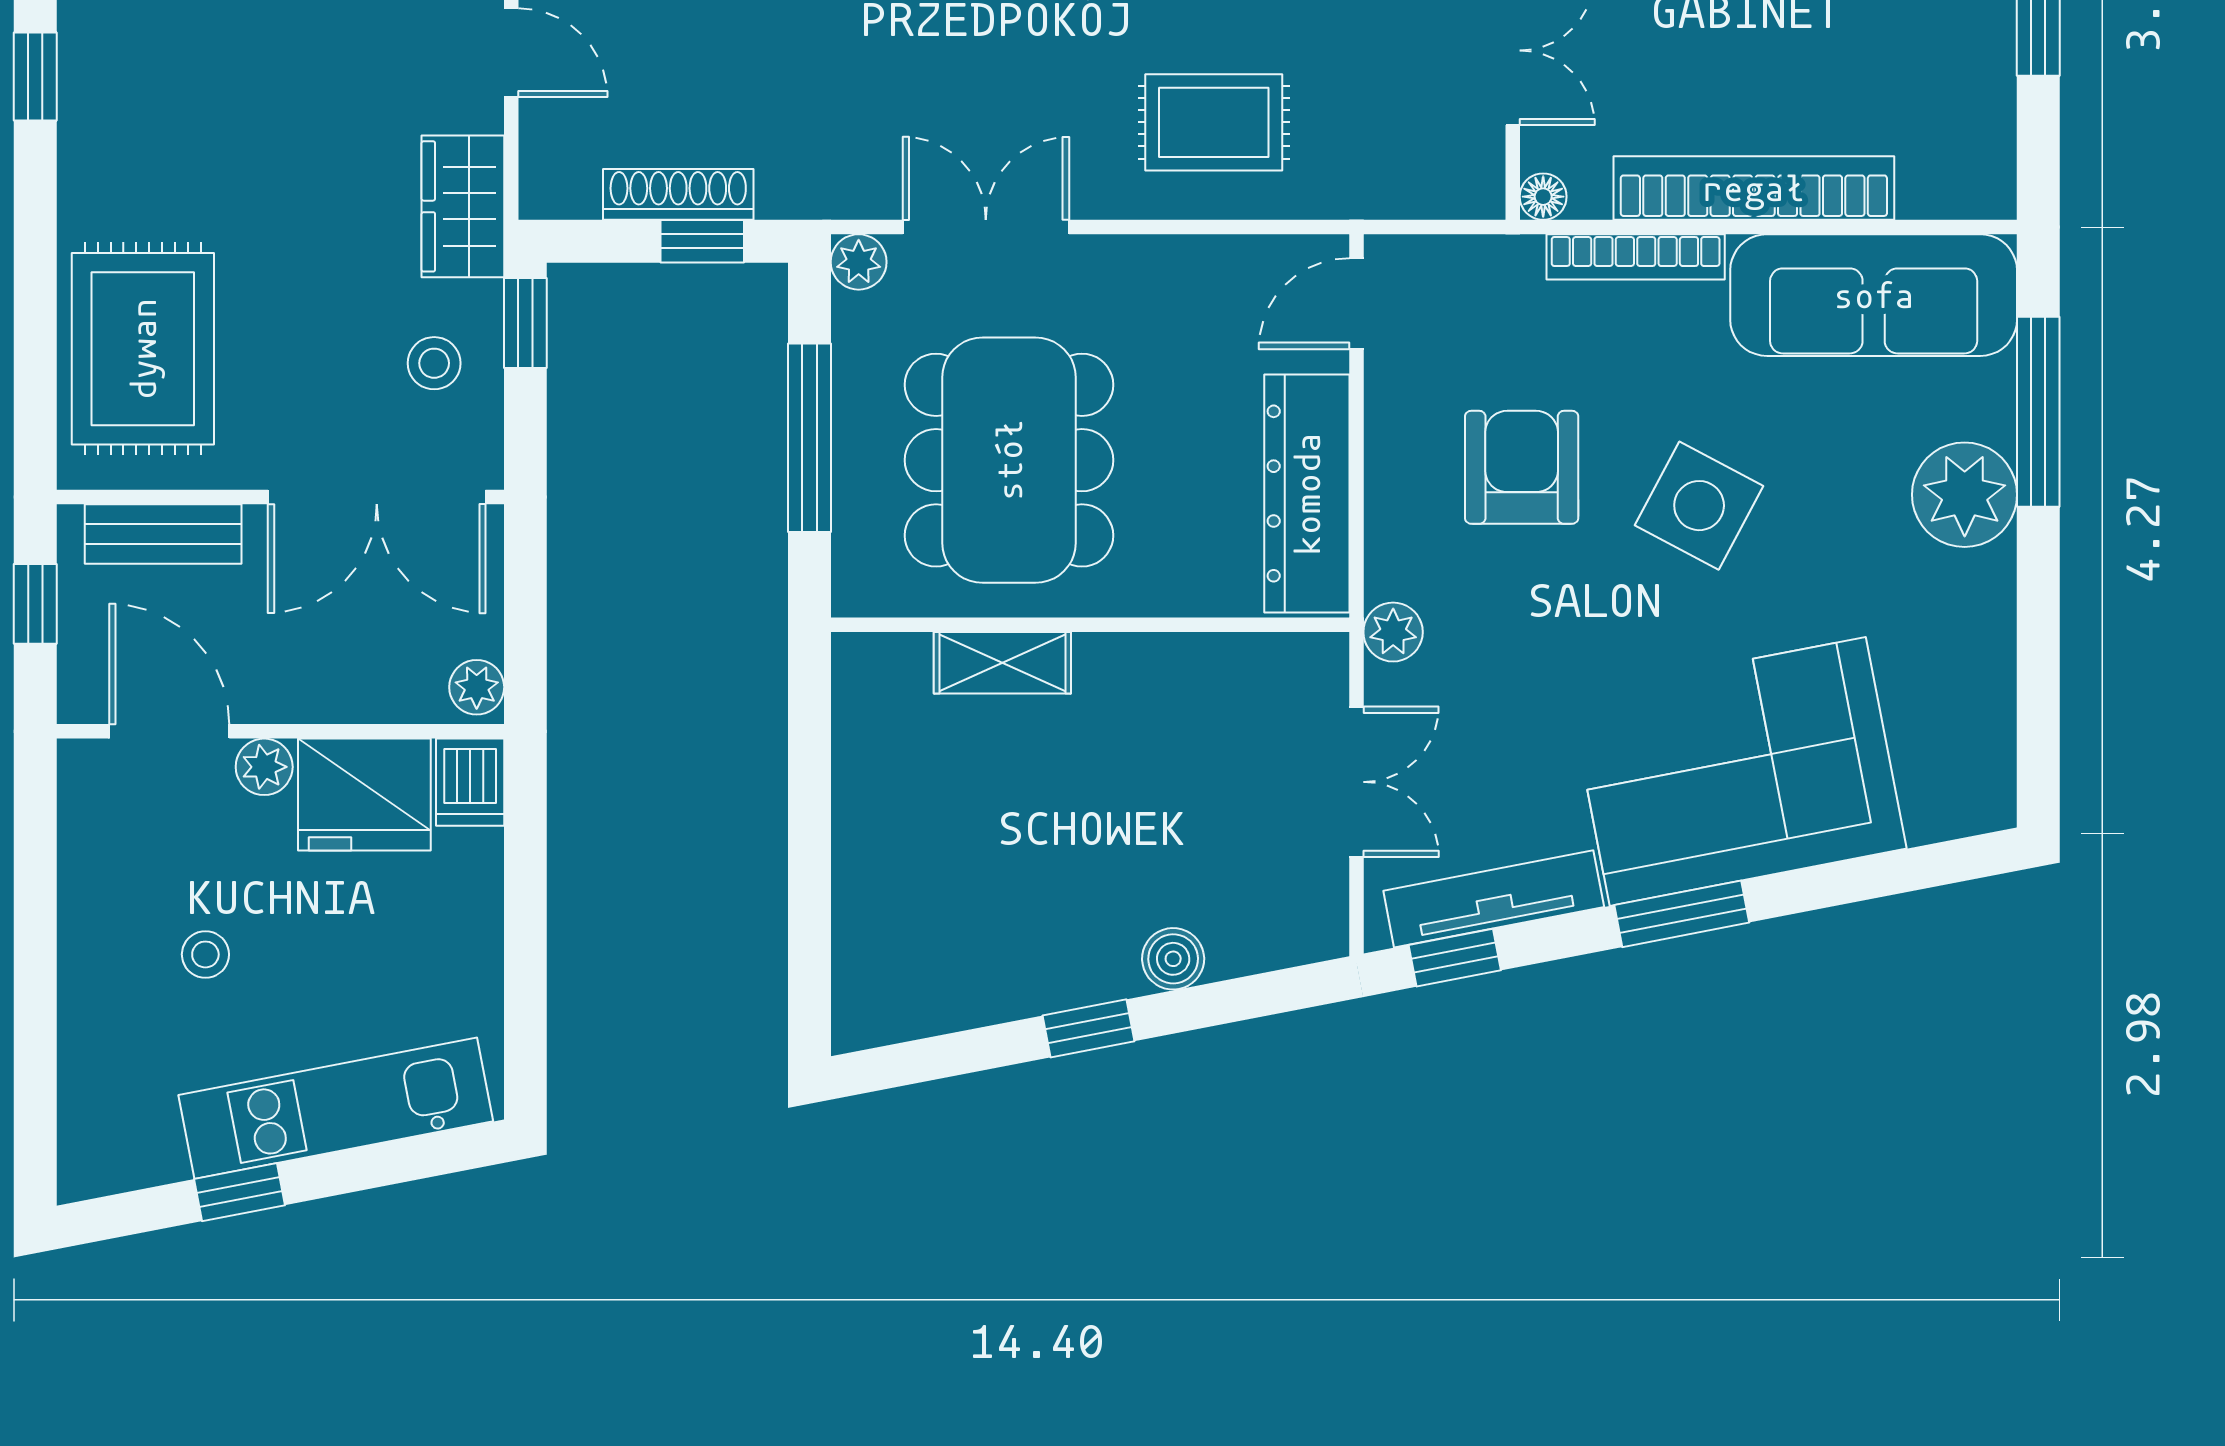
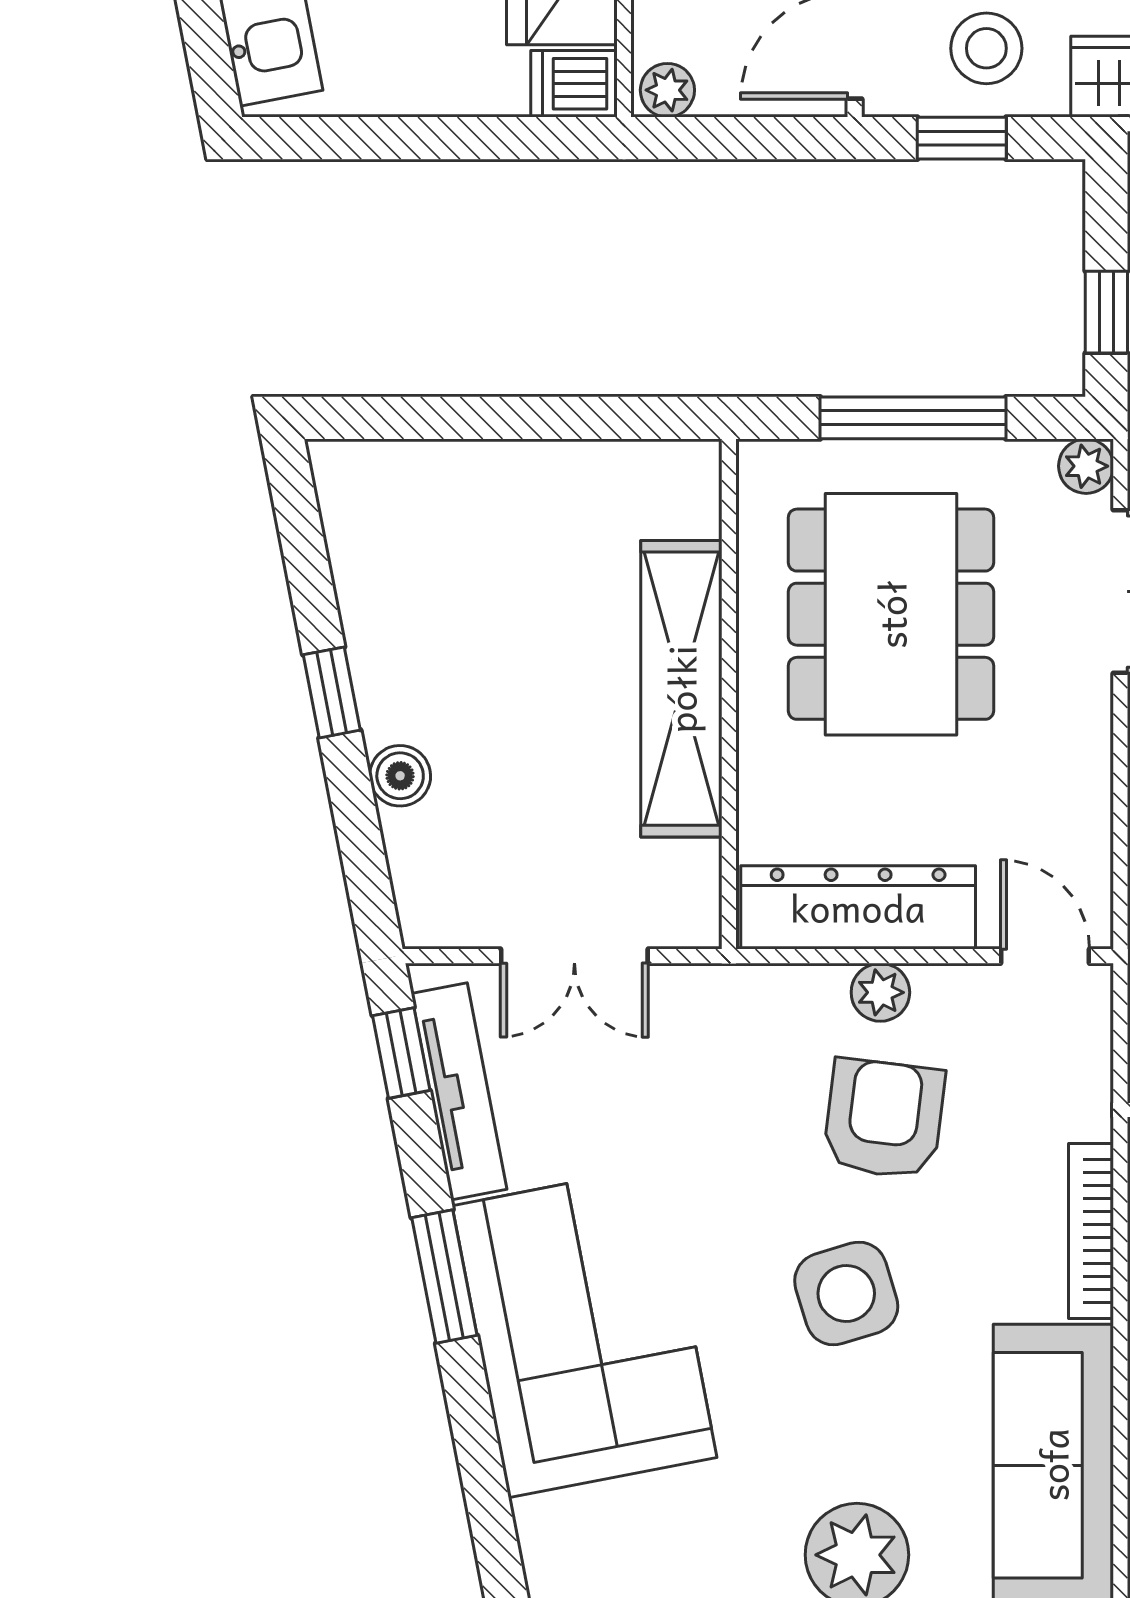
window: (525, 323) -> (962, 138), moved
stool: (434, 363) -> (986, 48), width x1.37, depth x1.37
dining table: (1009, 460) -> (891, 614), turned 90
armchair: (1522, 467) -> (884, 1119), turned -83
side table: (1699, 506) -> (846, 1293), turned 45
plant: (1393, 632) -> (880, 992), moved
shelving: (1002, 663) -> (681, 689), width x2.20, depth x1.33

